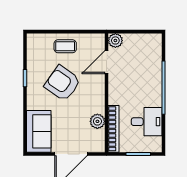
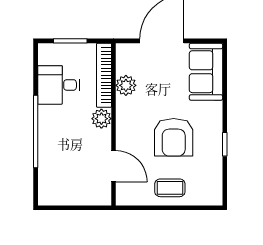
plant: (115, 40) -> (101, 119), moved
door: (107, 62) -> (114, 166), hinge flipped
armchair: (62, 83) -> (174, 137), turned 55

